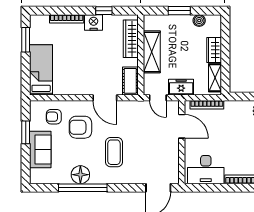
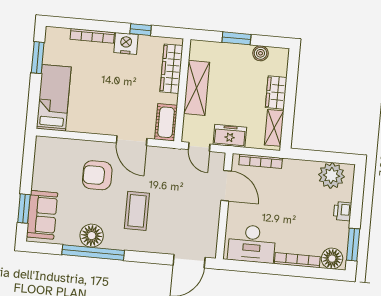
armchair: (54, 117) -> (64, 159), removed
window: (26, 132) -> (24, 209), moved
sofa: (40, 150) -> (42, 215), moved

